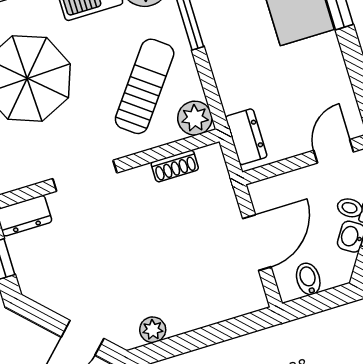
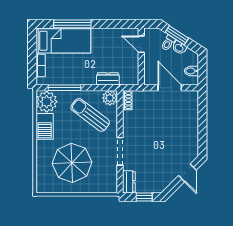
dresser: (246, 137) -> (108, 79), moved
shoe rack: (175, 166) -> (127, 100), moved
plant: (153, 330) -> (193, 142), removed

